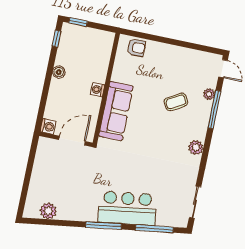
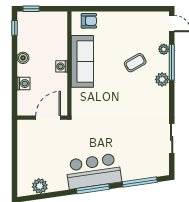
sofa: (116, 111) -> (82, 61), moved
washing machine: (48, 126) -> (24, 84), moved
plant: (196, 147) -> (162, 79), moved
sliding door: (195, 202) -> (172, 139), moved
bar counter: (127, 208) -> (93, 171), moved

